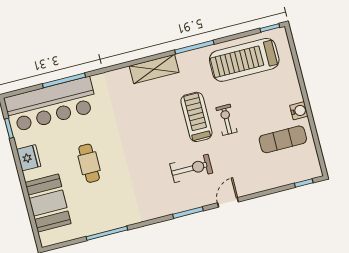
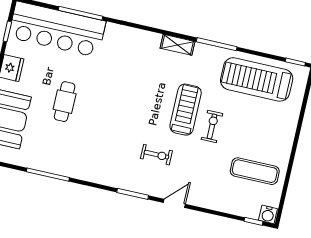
shelving: (154, 69) -> (178, 45), width x0.67, depth x0.75
water cooler: (299, 111) -> (268, 214), moved, turned 90
exercise bike: (191, 168) -> (156, 155), width x0.73, depth x0.72

